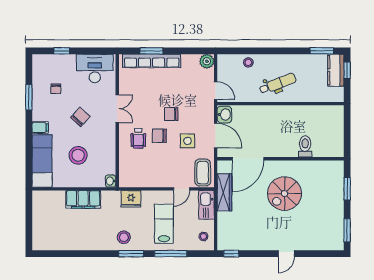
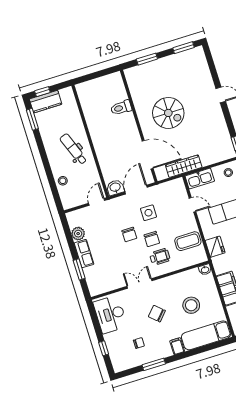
row of seats: (152, 61) -> (84, 254), width x0.50
plant: (207, 61) -> (78, 234), moved
coffee table: (203, 173) -> (188, 241), moved

